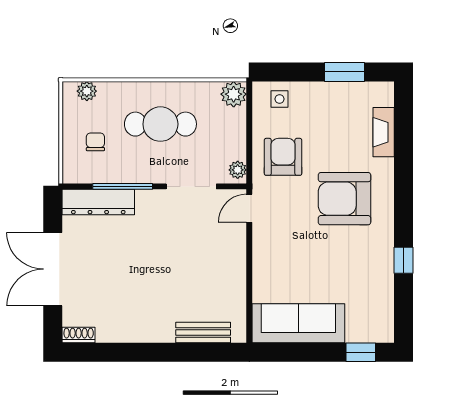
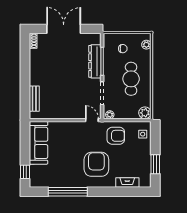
dresser: (98, 202) -> (95, 61), moved
window: (404, 260) -> (68, 192), width x3.17

